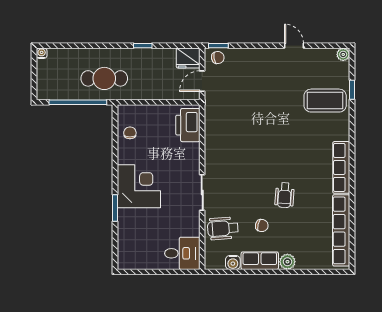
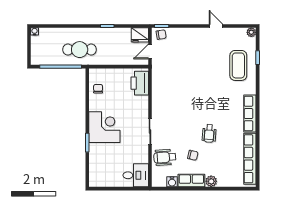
coffee table: (325, 101) -> (238, 65), turned 90

